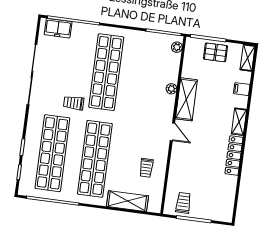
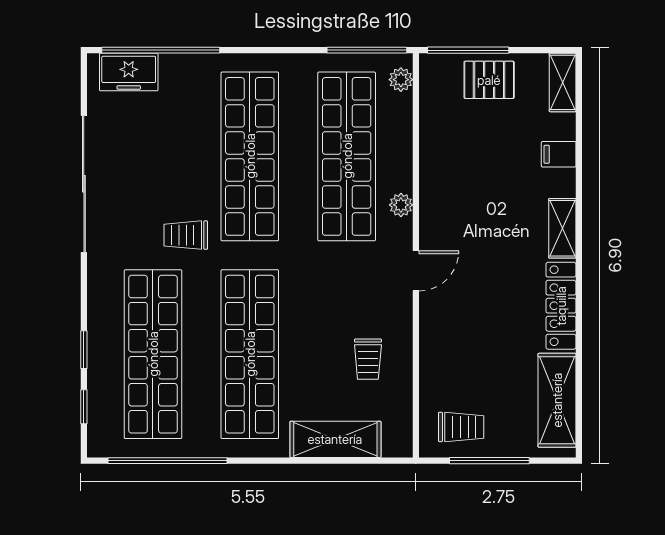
shop shelf: (149, 78) -> (347, 156), added
plant: (171, 89) -> (401, 205), moved
shelving: (186, 99) -> (557, 400), moved
door: (172, 132) -> (416, 271), hinge flipped
trolley: (183, 203) -> (461, 427), turned 90

